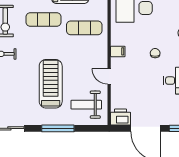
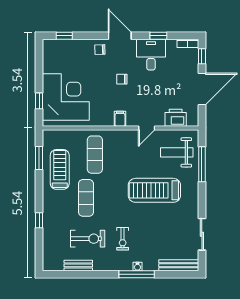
weight bench: (86, 105) -> (177, 152), turned 90
printer: (121, 117) -> (176, 118), moved, turned 90
window: (58, 128) -> (202, 164), moved

